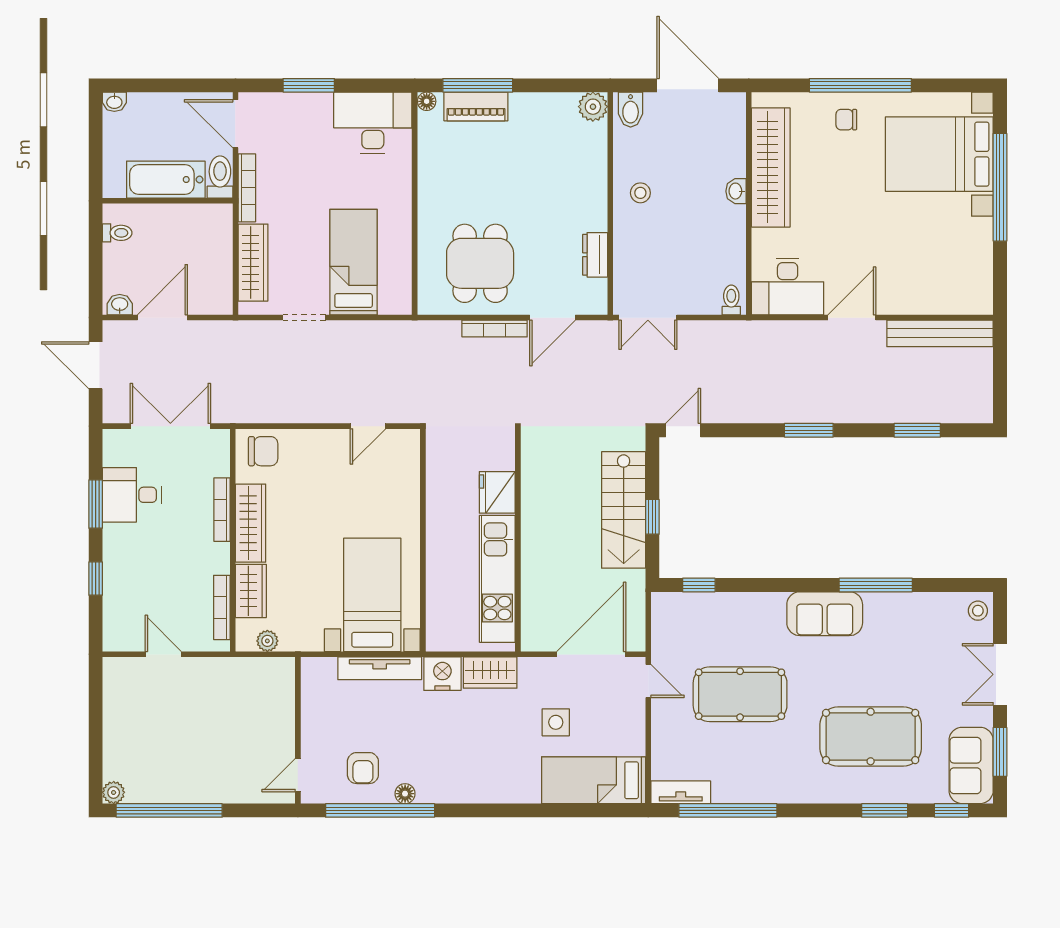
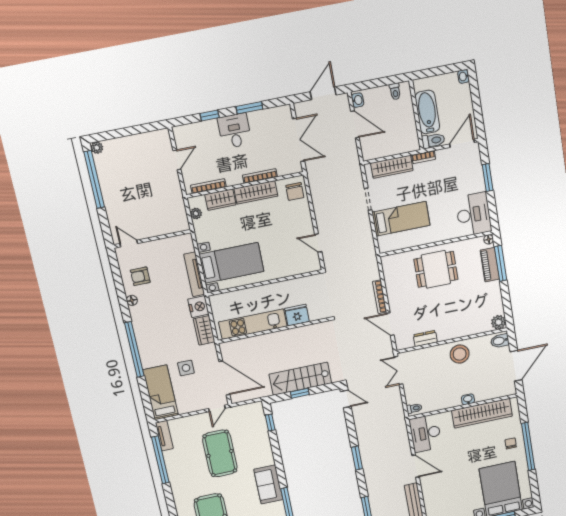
bookcase: (247, 188) -> (424, 157), width x0.64
stool: (640, 193) -> (460, 354), width x1.89, depth x1.89
dining table: (480, 263) -> (436, 269), moved
desk: (132, 495) -> (235, 131), moved
window: (380, 810) -> (134, 349), moved

